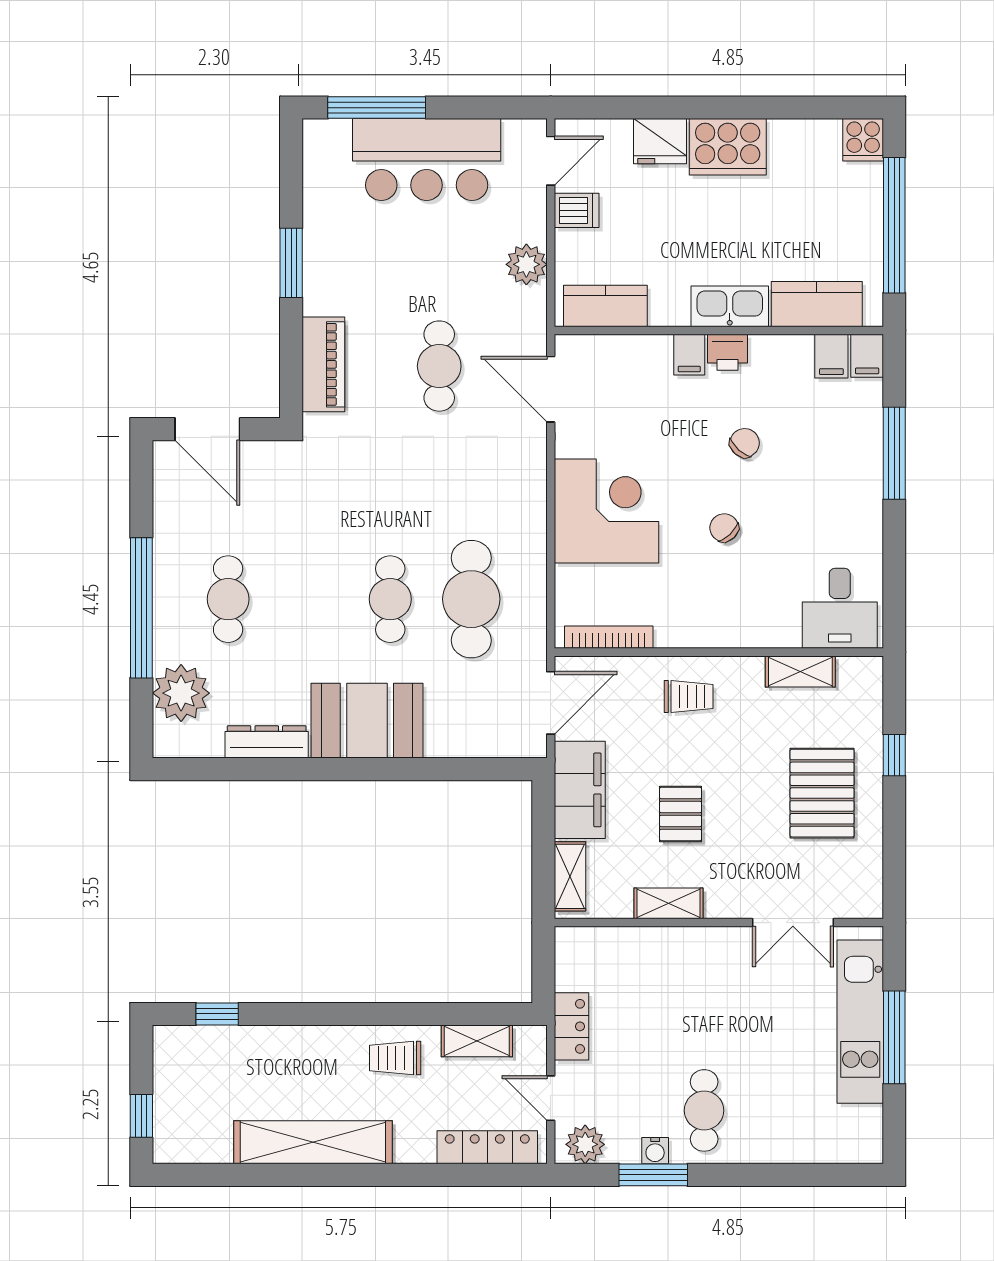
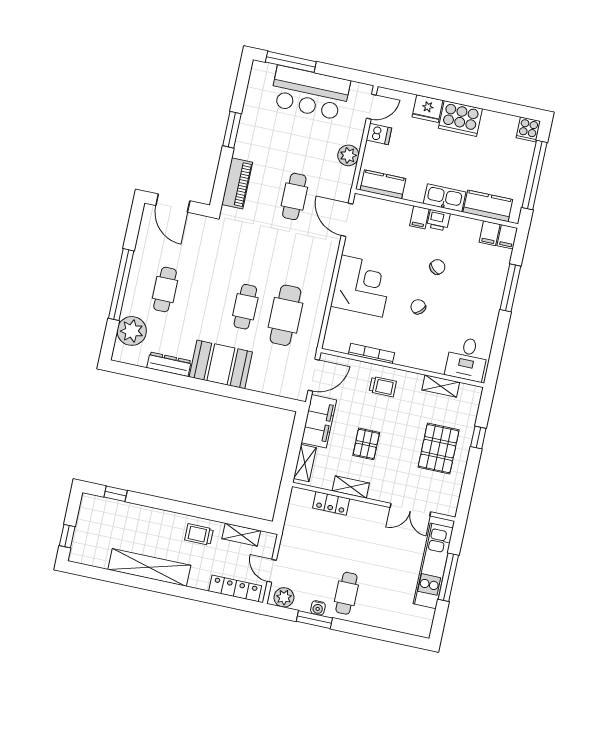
bookcase: (609, 637) -> (372, 353), moved
locker: (571, 1026) -> (331, 503), moved, turned 90

